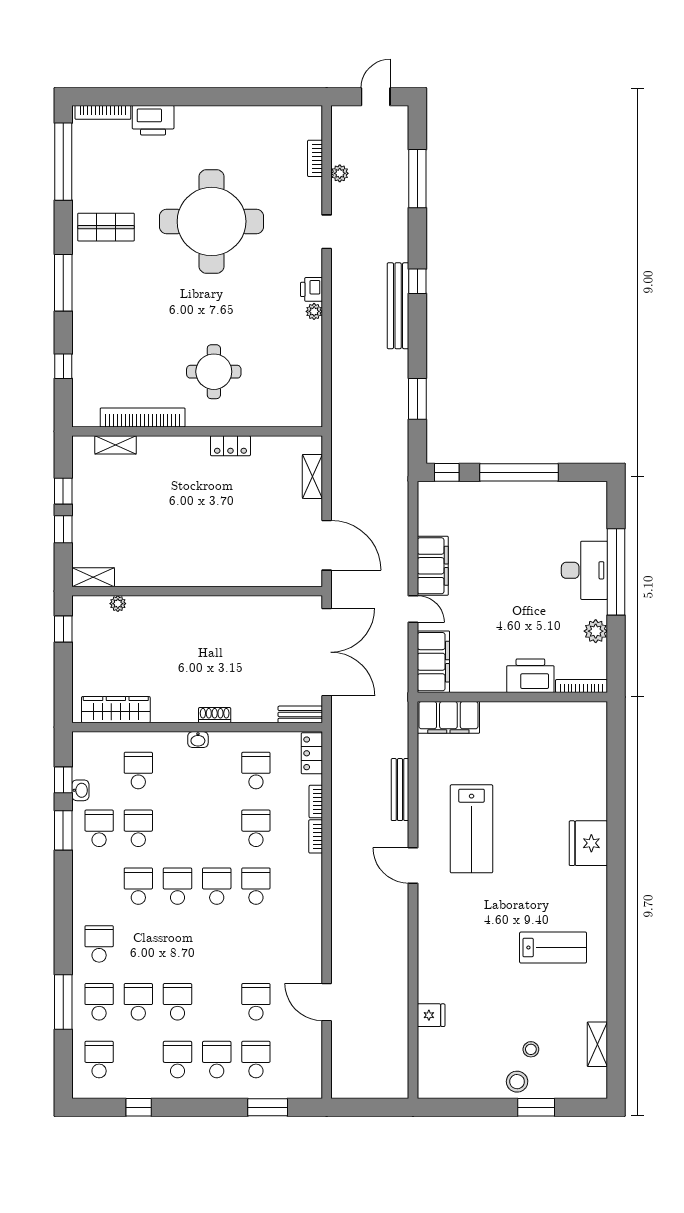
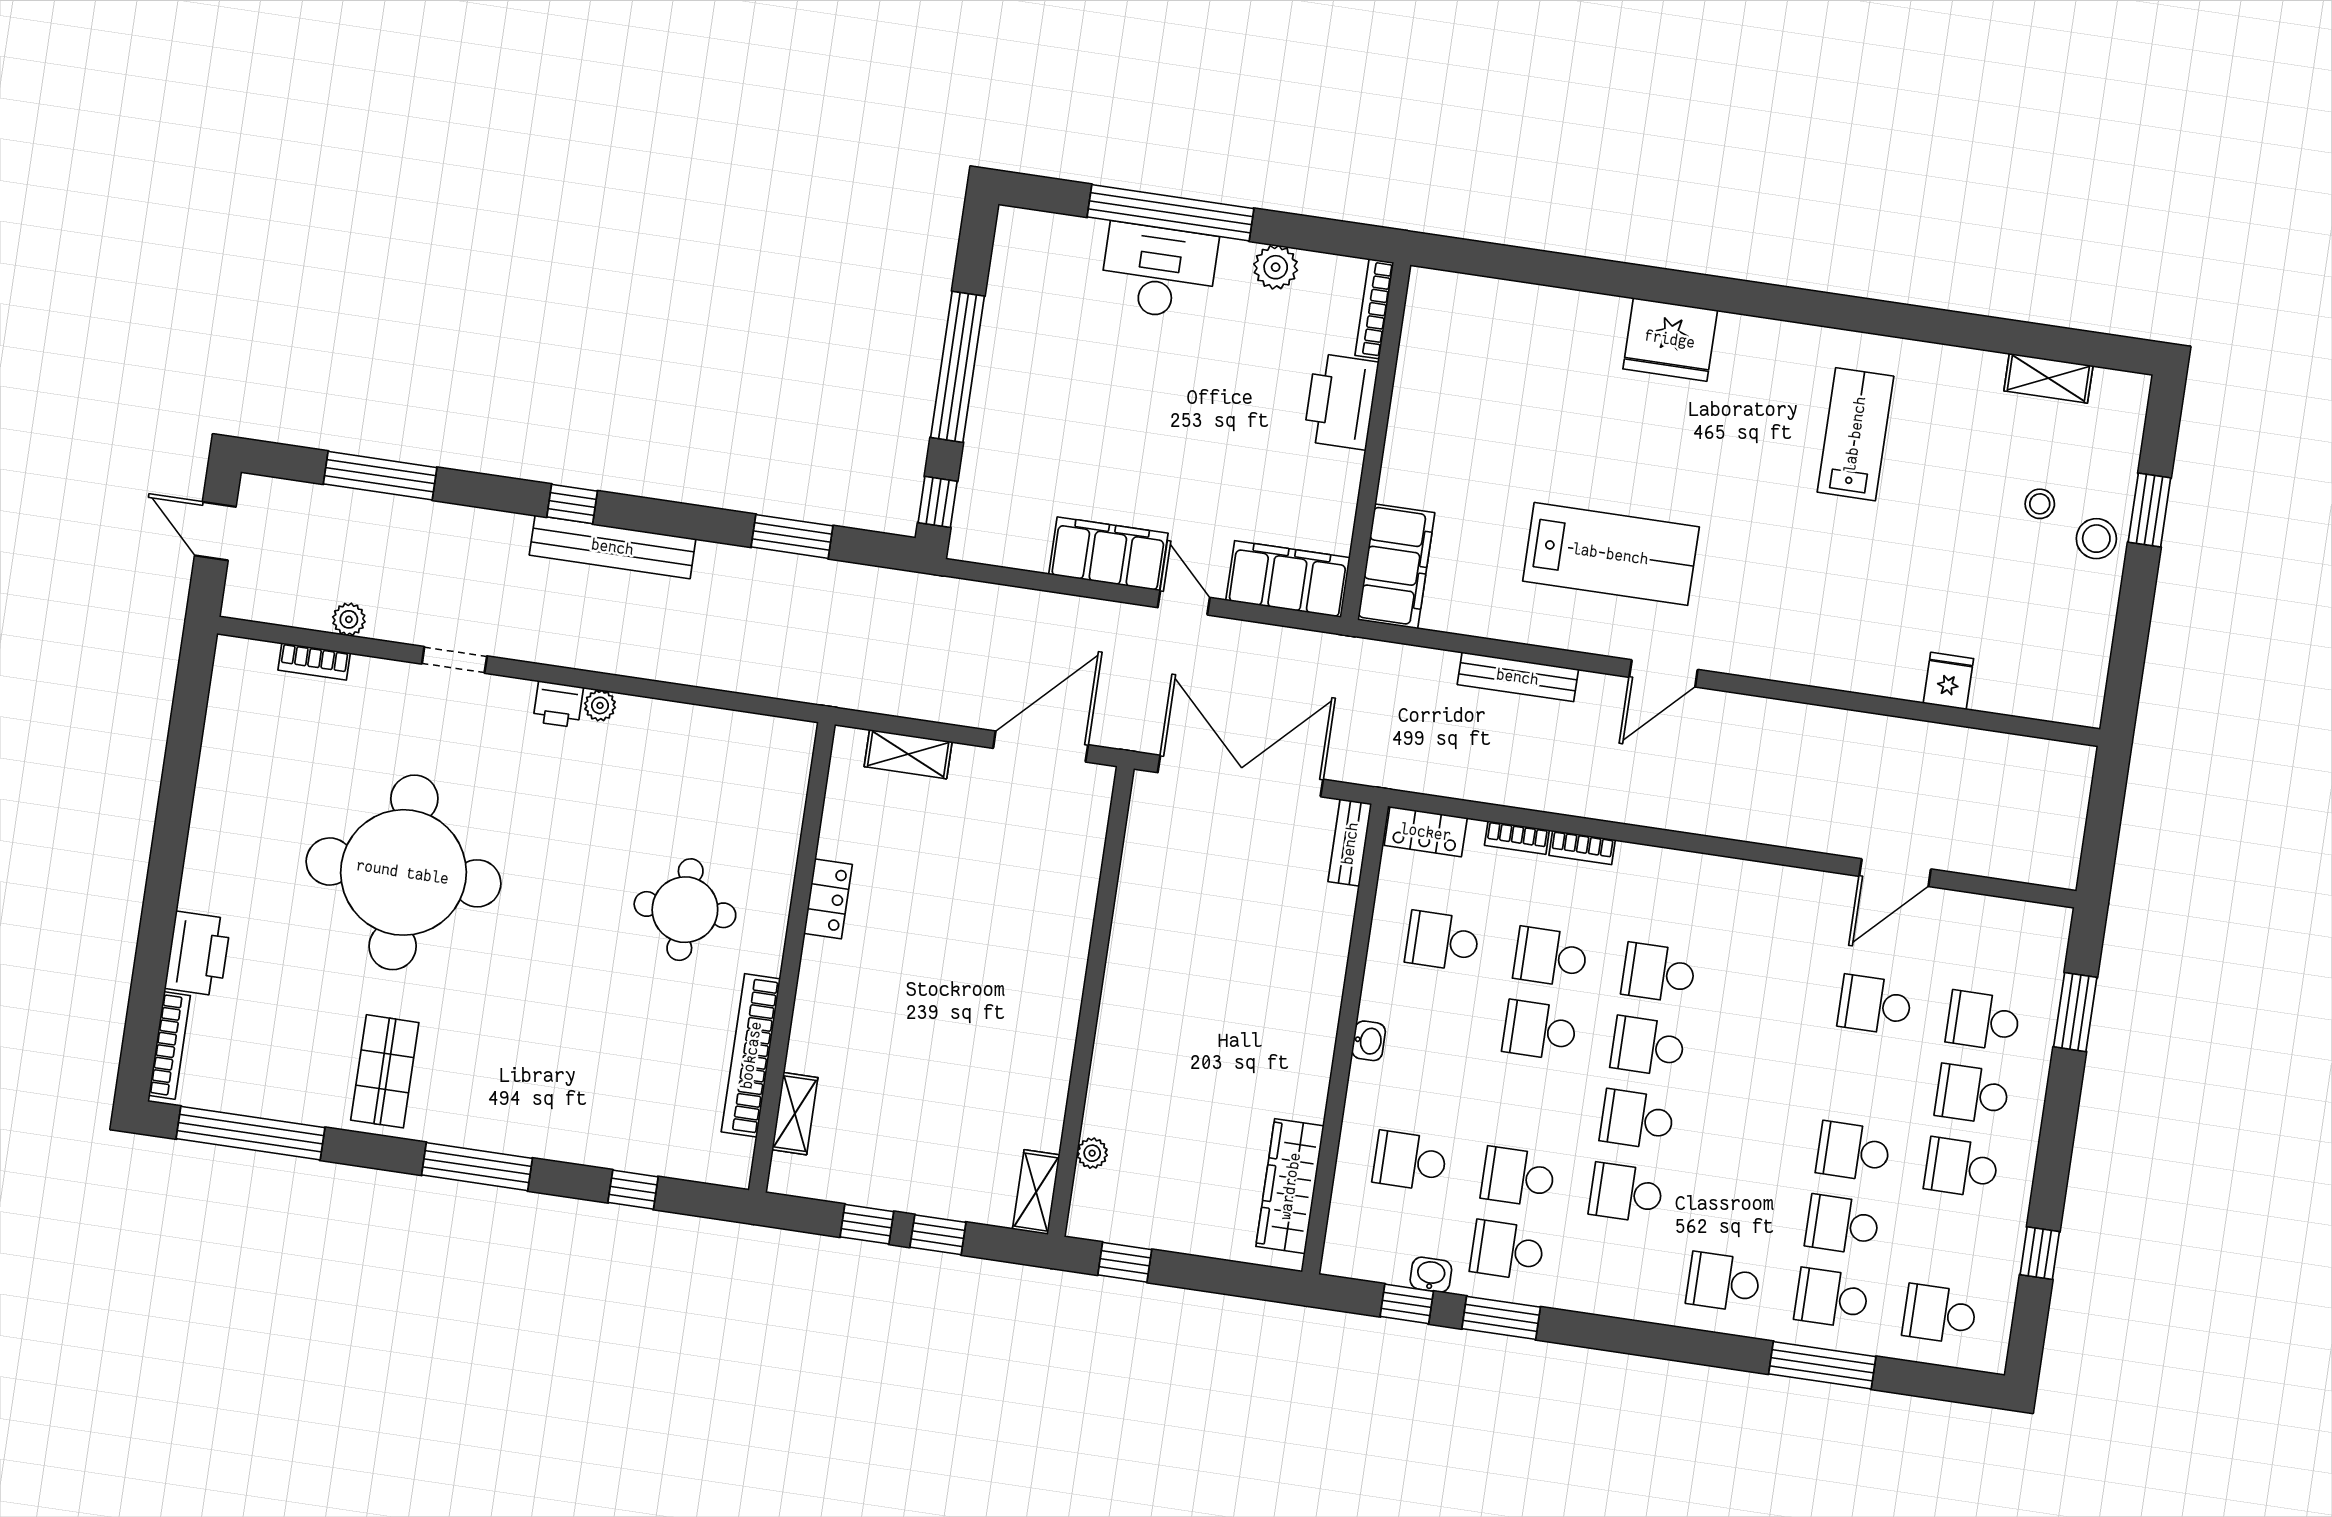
door: (413, 609) -> (1184, 603), hinge flipped
shoe rack: (215, 715) -> (1327, 1003), removed
school desk: (217, 828) -> (1540, 1030), added

